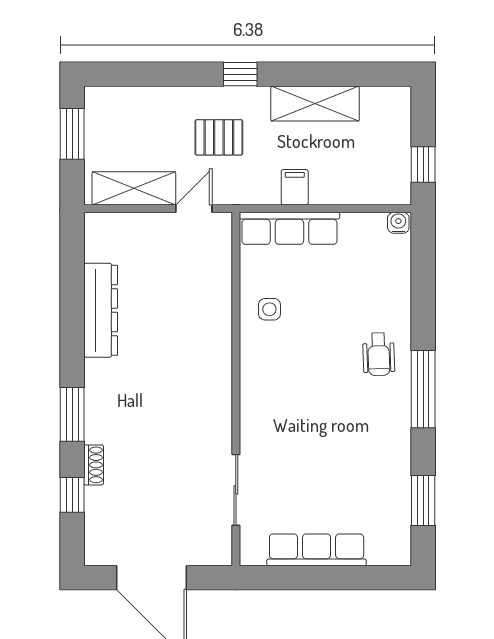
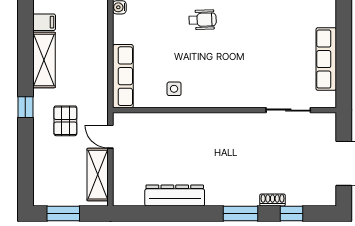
filing cabinet: (295, 187) -> (44, 22), moved, turned 180

